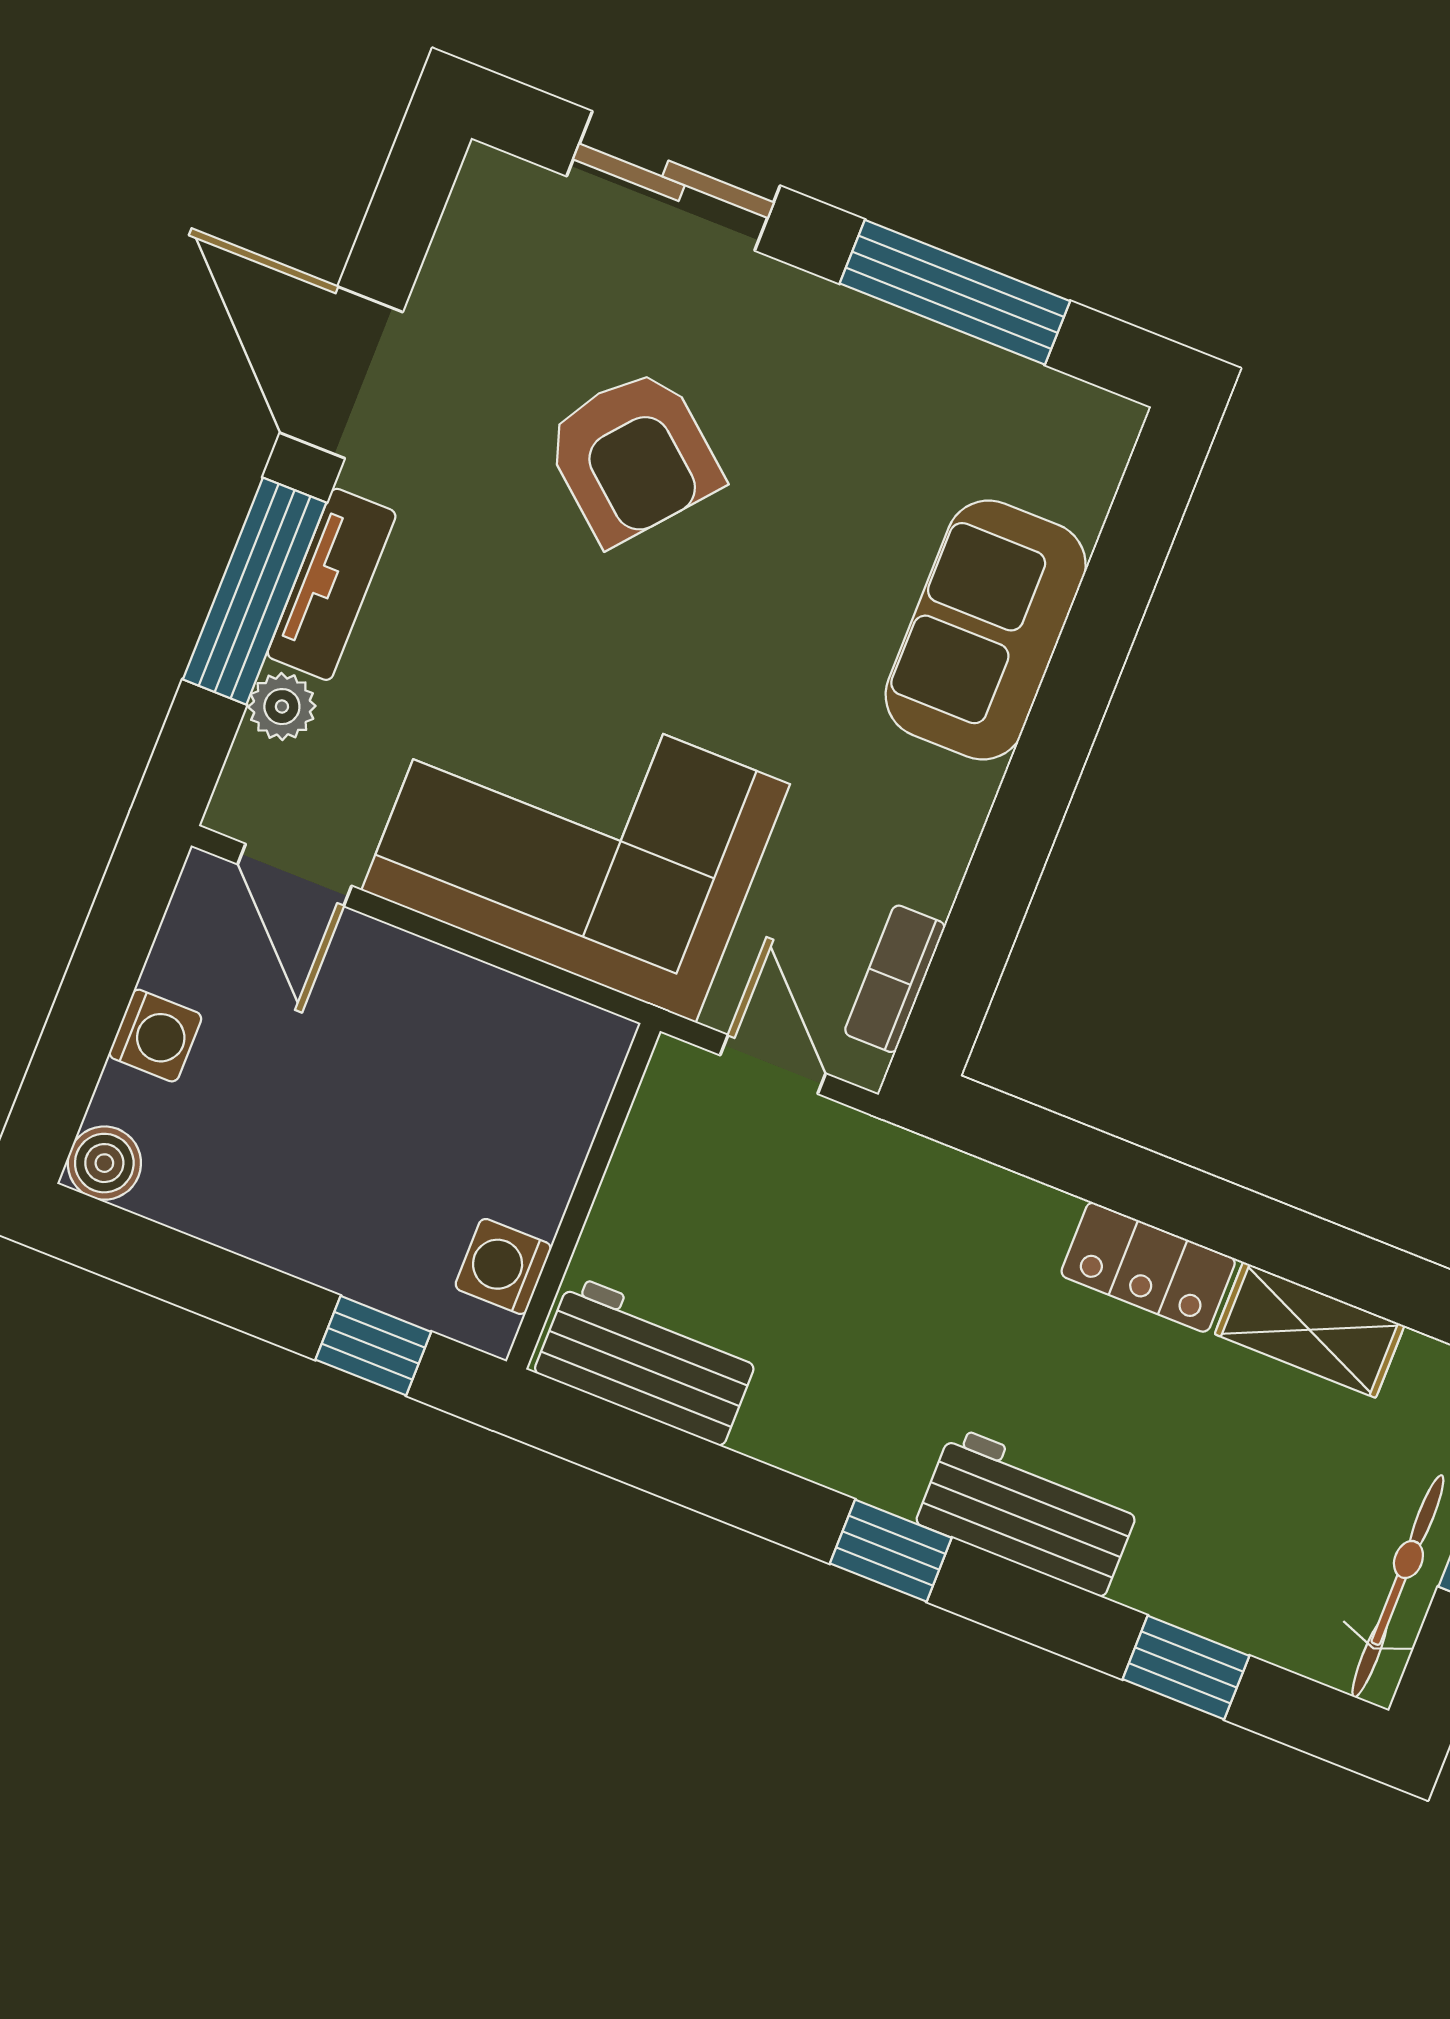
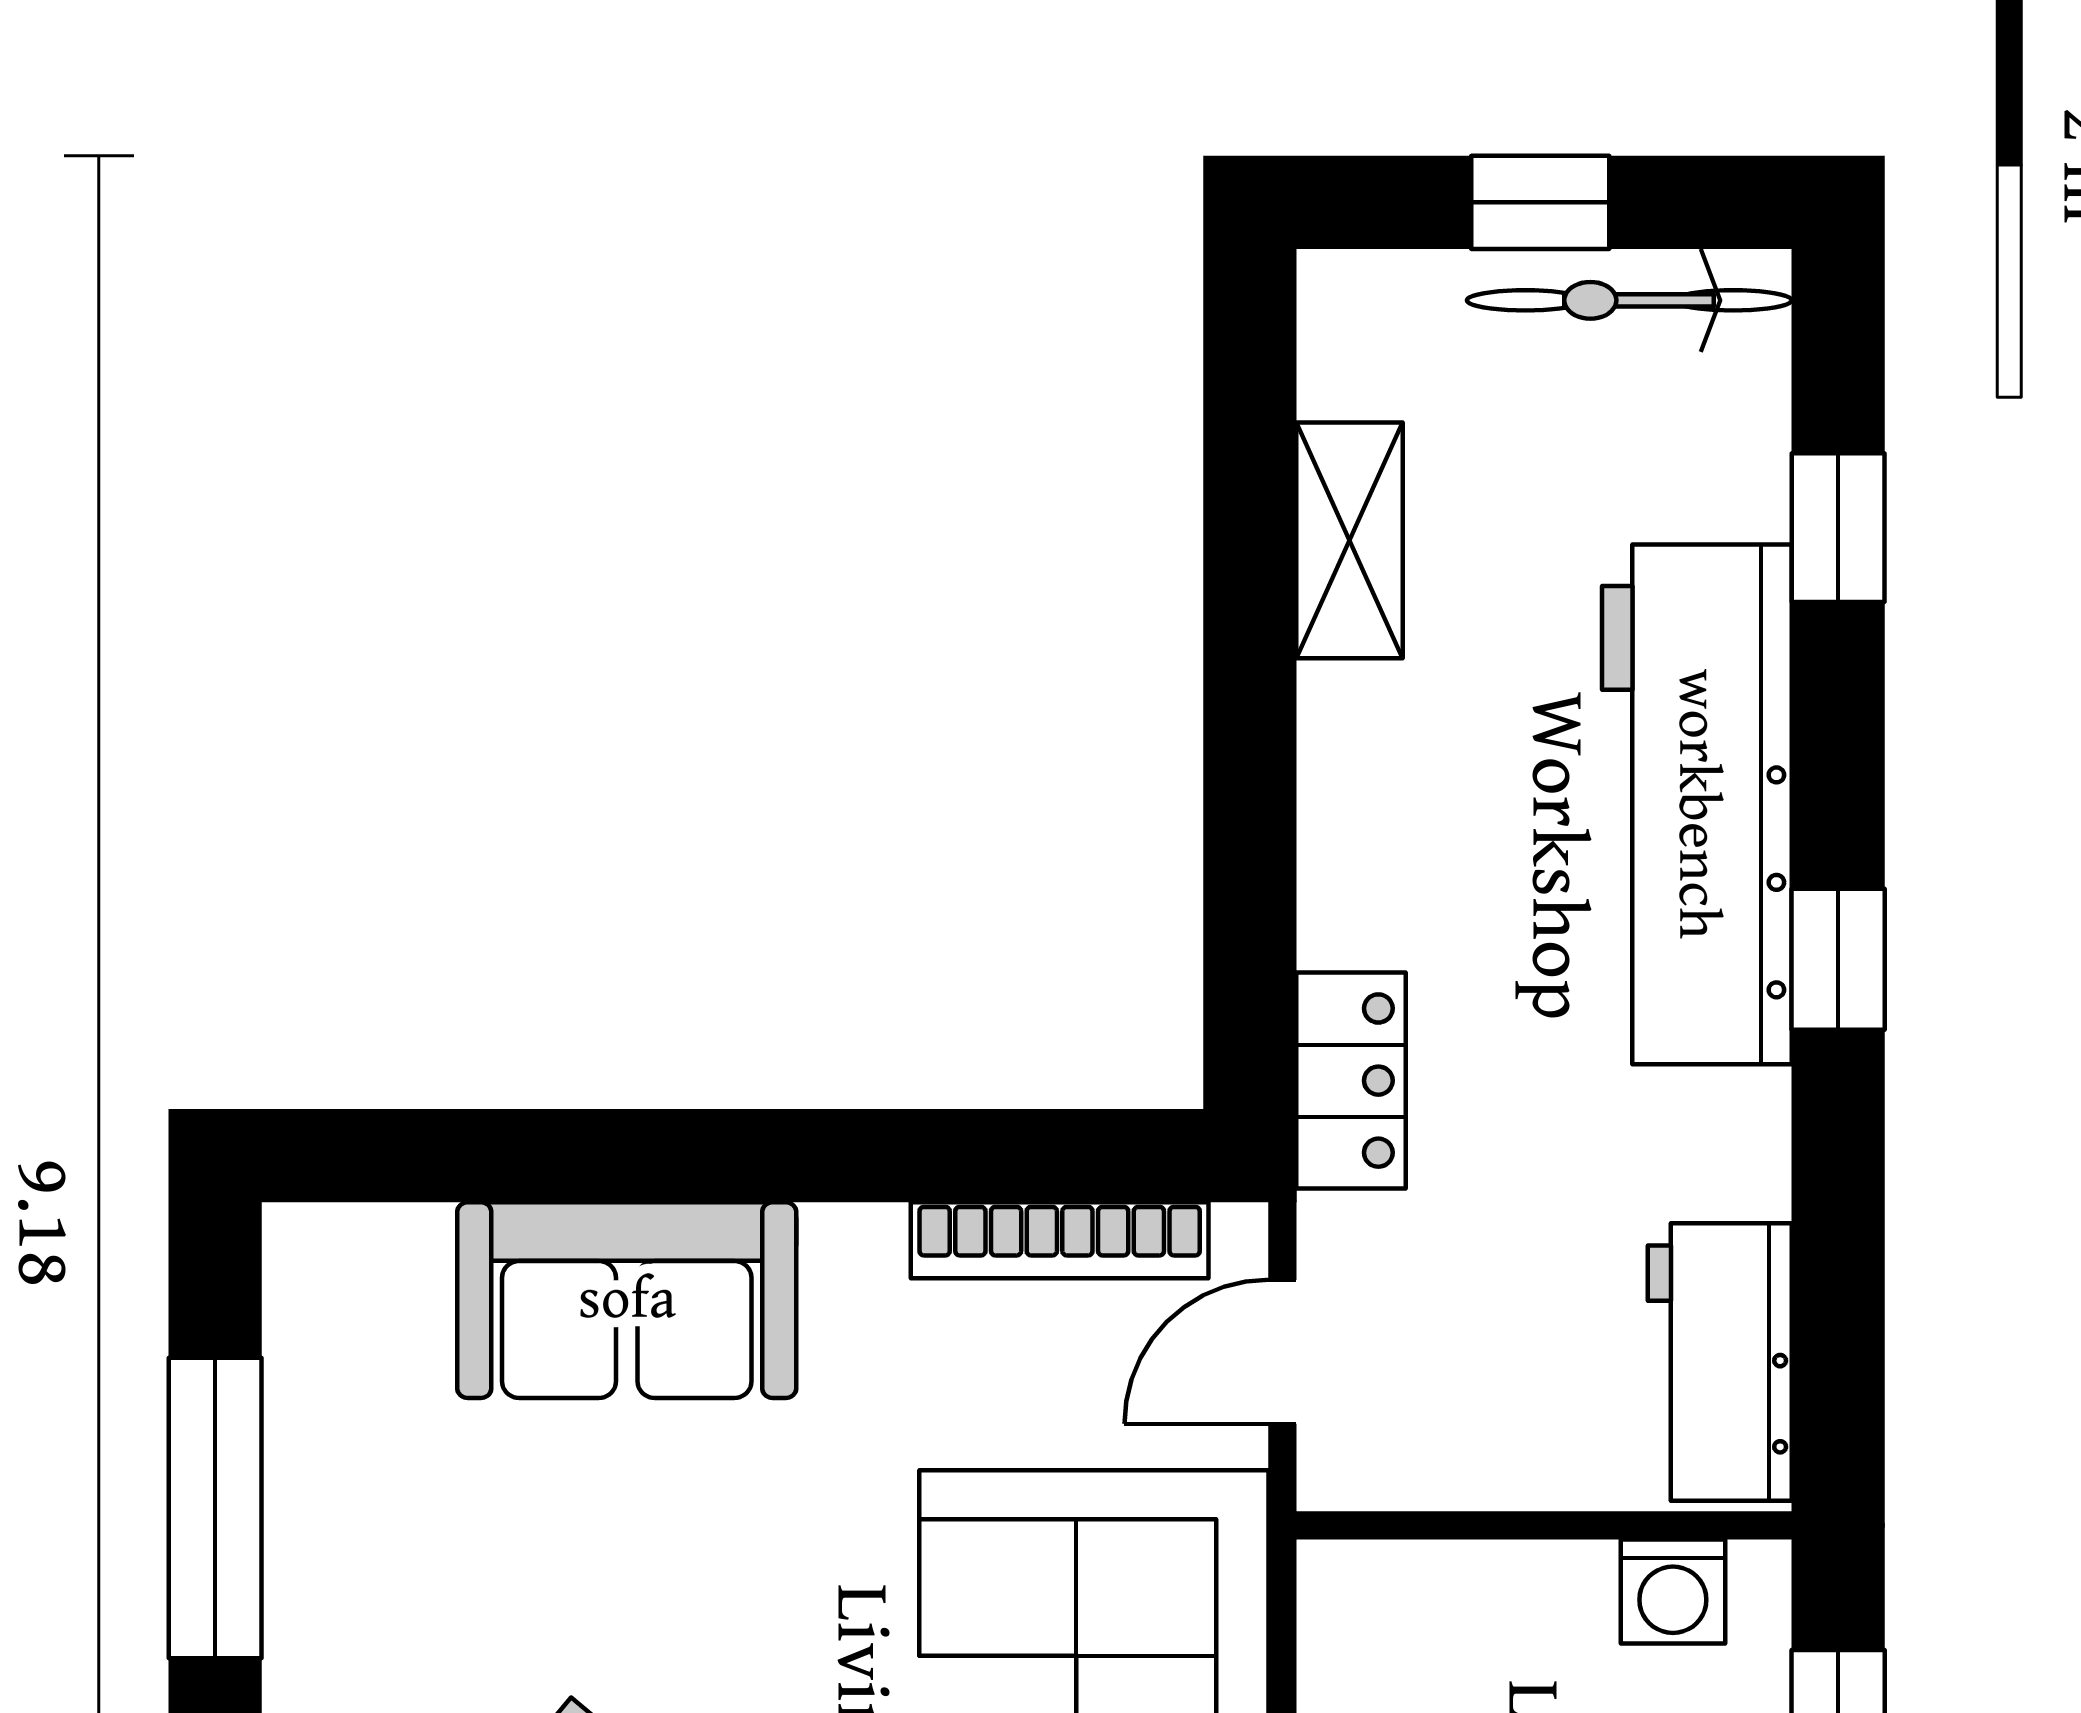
bookcase: (895, 979) -> (1060, 1240), width x1.56
locker: (1148, 1267) -> (1351, 1081), moved
workbench: (1029, 1512) -> (1697, 804), width x1.88, depth x1.32

